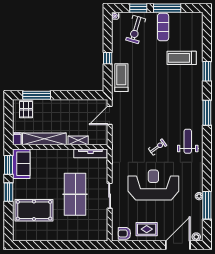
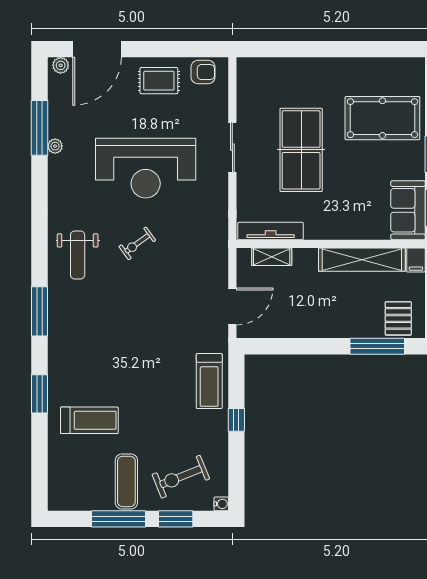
exercise bike: (136, 29) -> (181, 477), turned -129
shelving: (78, 140) -> (272, 257), moved

